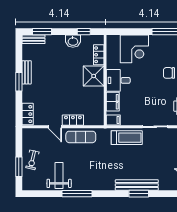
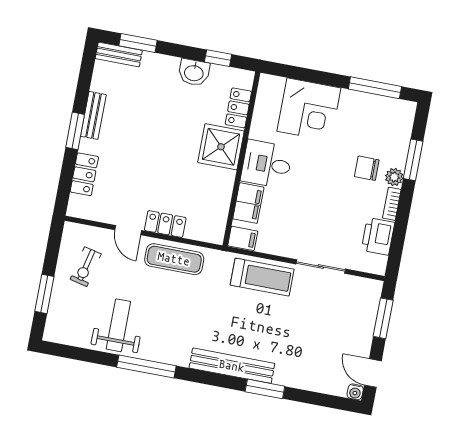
locker: (28, 114) -> (84, 174), moved
exercise bike: (32, 160) -> (86, 267), moved
bench: (137, 185) -> (232, 366), moved

